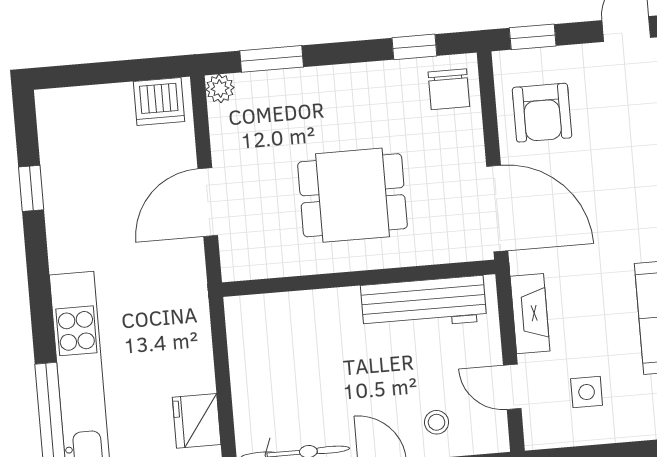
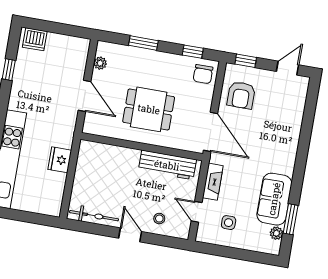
window: (272, 59) -> (143, 43), moved
plant: (220, 89) -> (100, 63), moved
dishwasher: (159, 102) -> (35, 39), moved
door: (208, 202) -> (84, 96), swing flipped
fridge: (197, 421) -> (60, 160), moved

